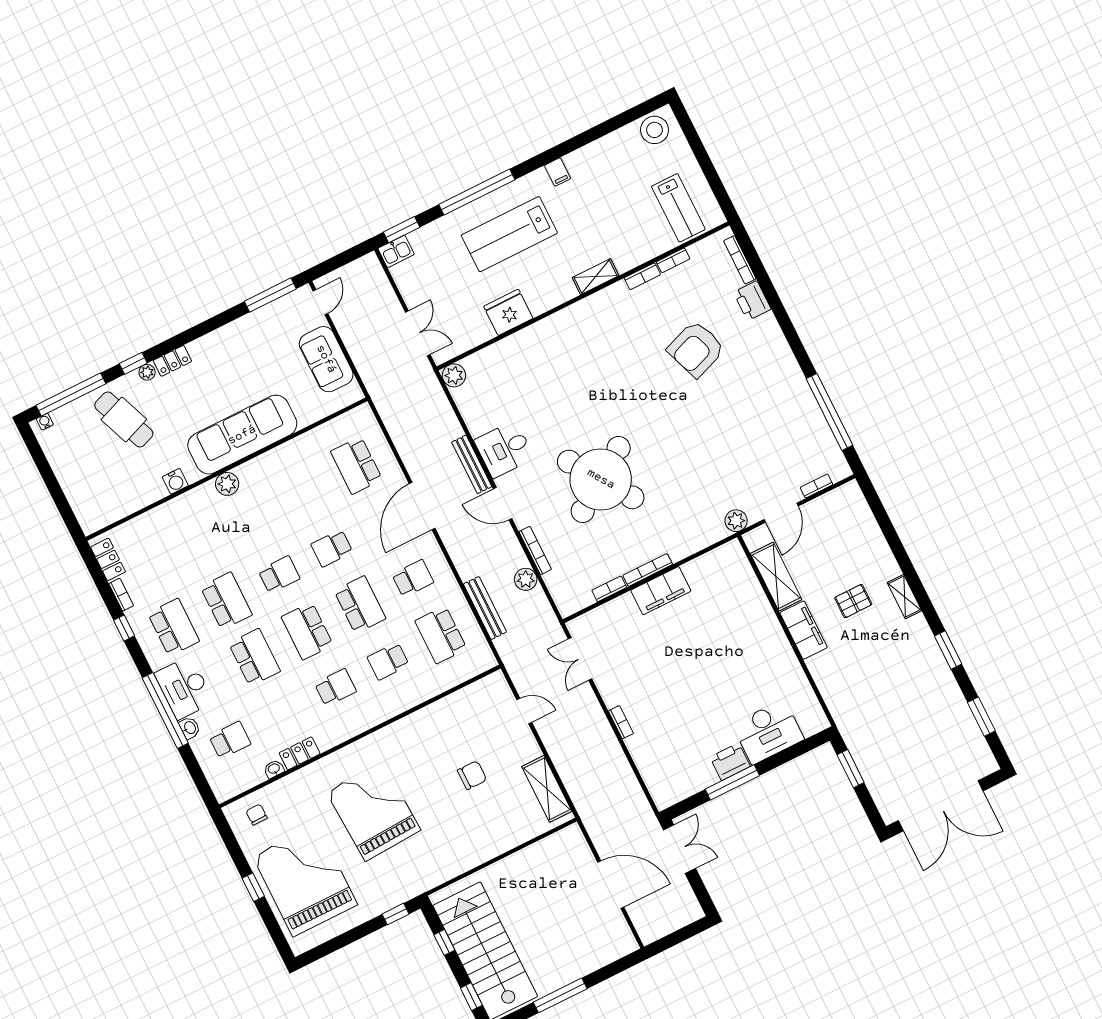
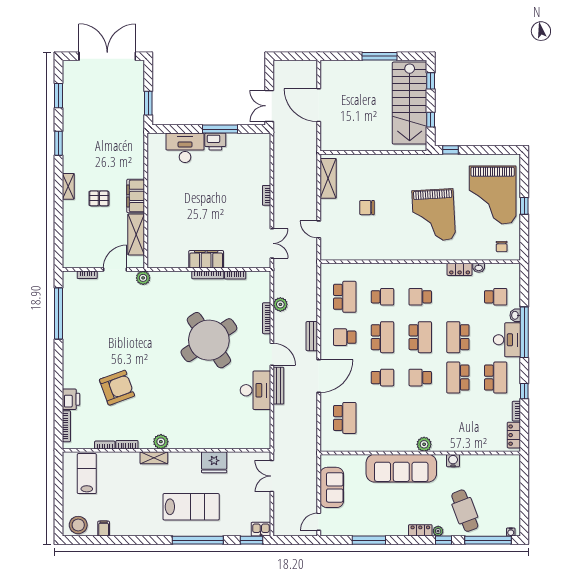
filing cabinet: (558, 172) -> (104, 529), moved
window: (270, 295) -> (369, 540), moved
plant: (454, 375) -> (161, 442), moved
desk: (504, 449) -> (255, 390), width x1.37
school desk: (360, 605) -> (382, 337), turned 180
bench: (485, 608) -> (312, 336), moved, width x0.73
school desk: (174, 627) -> (496, 378), turned 180
school desk: (230, 740) -> (496, 297), turned 180

